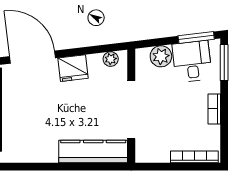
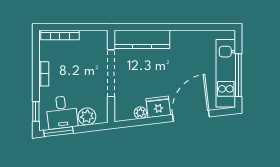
door: (33, 57) -> (191, 116), swing flipped
plant: (111, 59) -> (140, 113), moved
window: (224, 63) -> (36, 111), width x0.67

